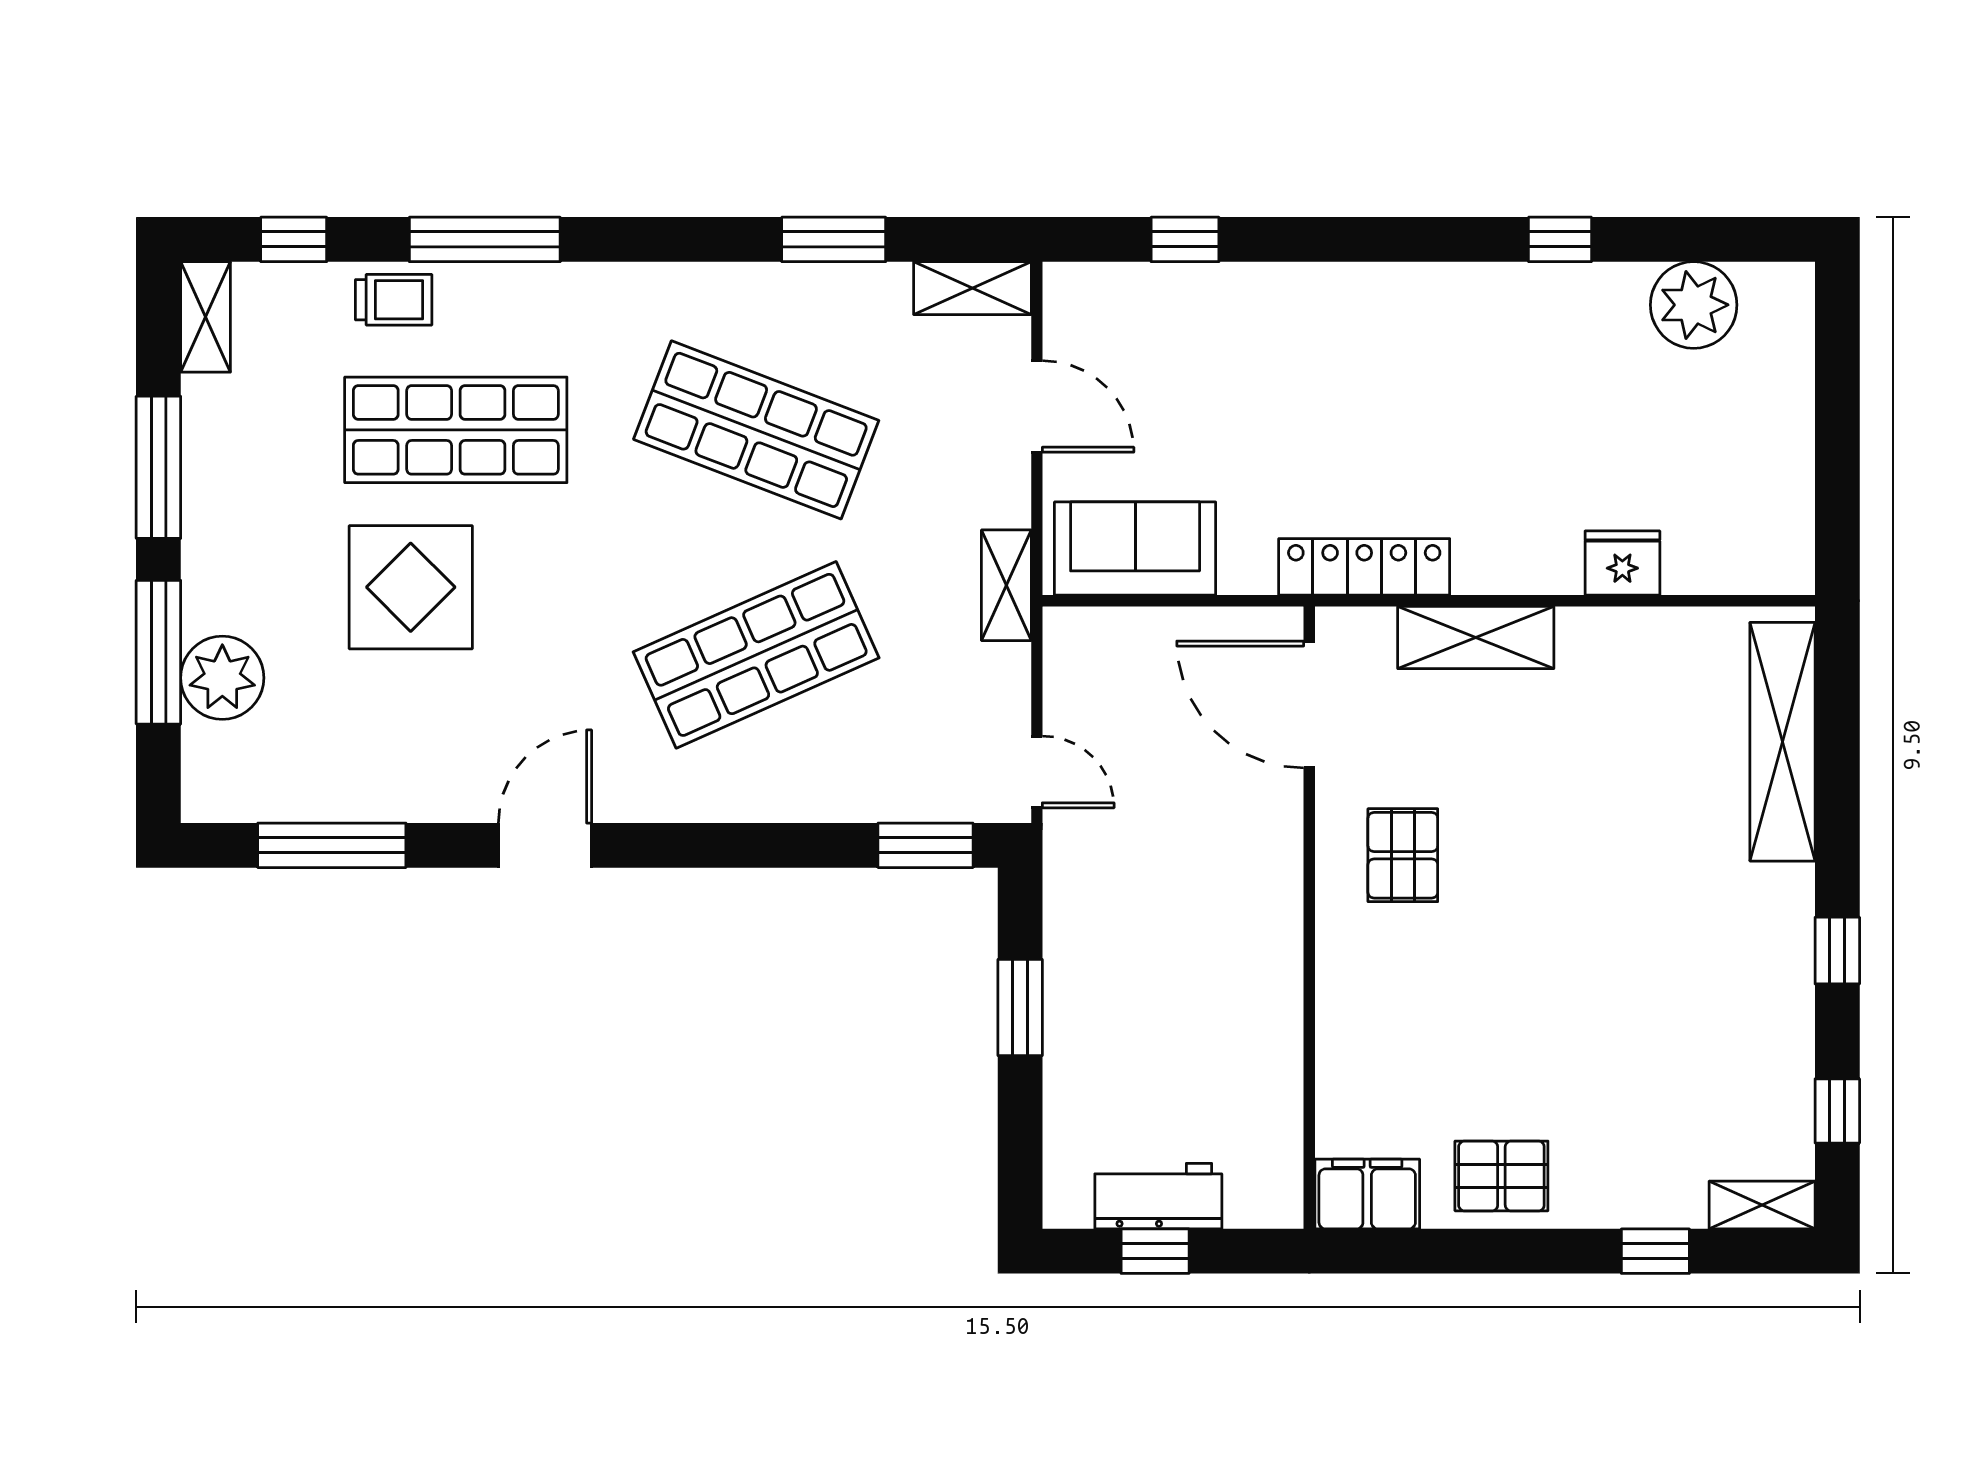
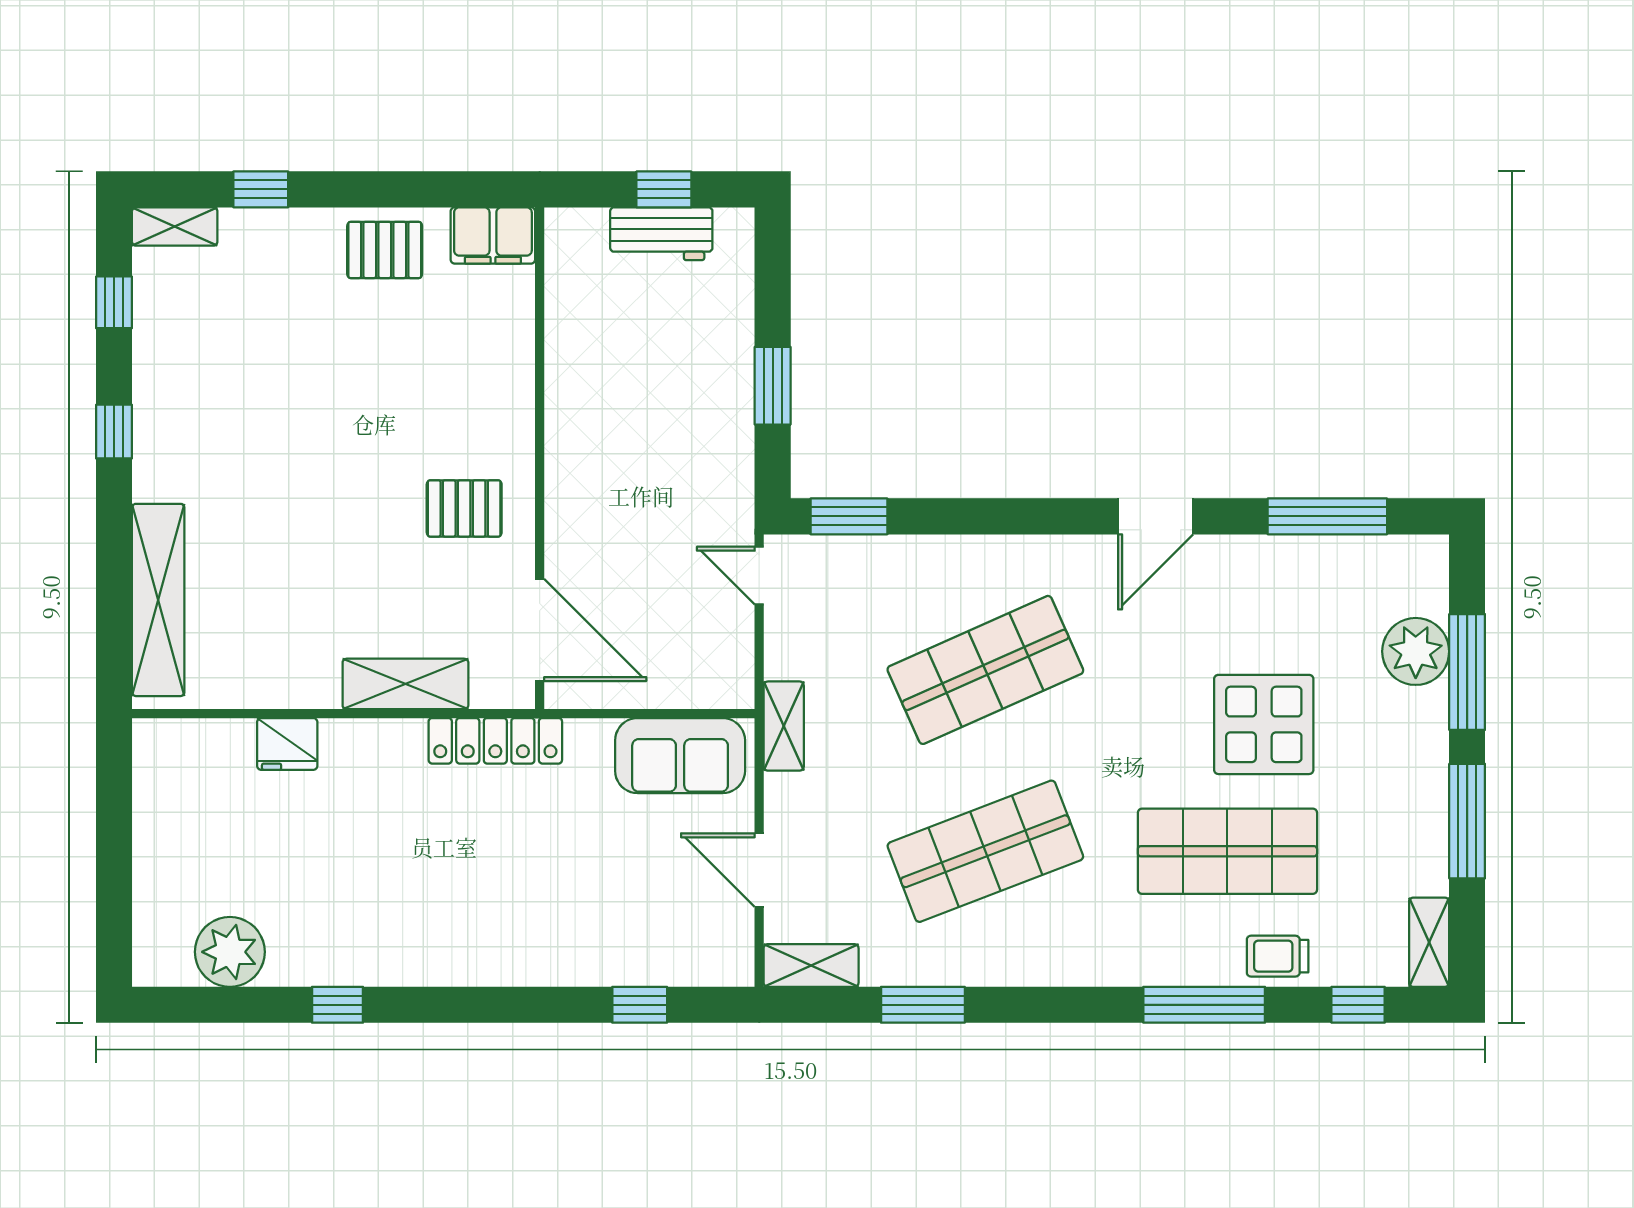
shop shelf: (756, 430) -> (985, 851), turned -42
pallet: (1403, 855) -> (464, 508), turned 90

